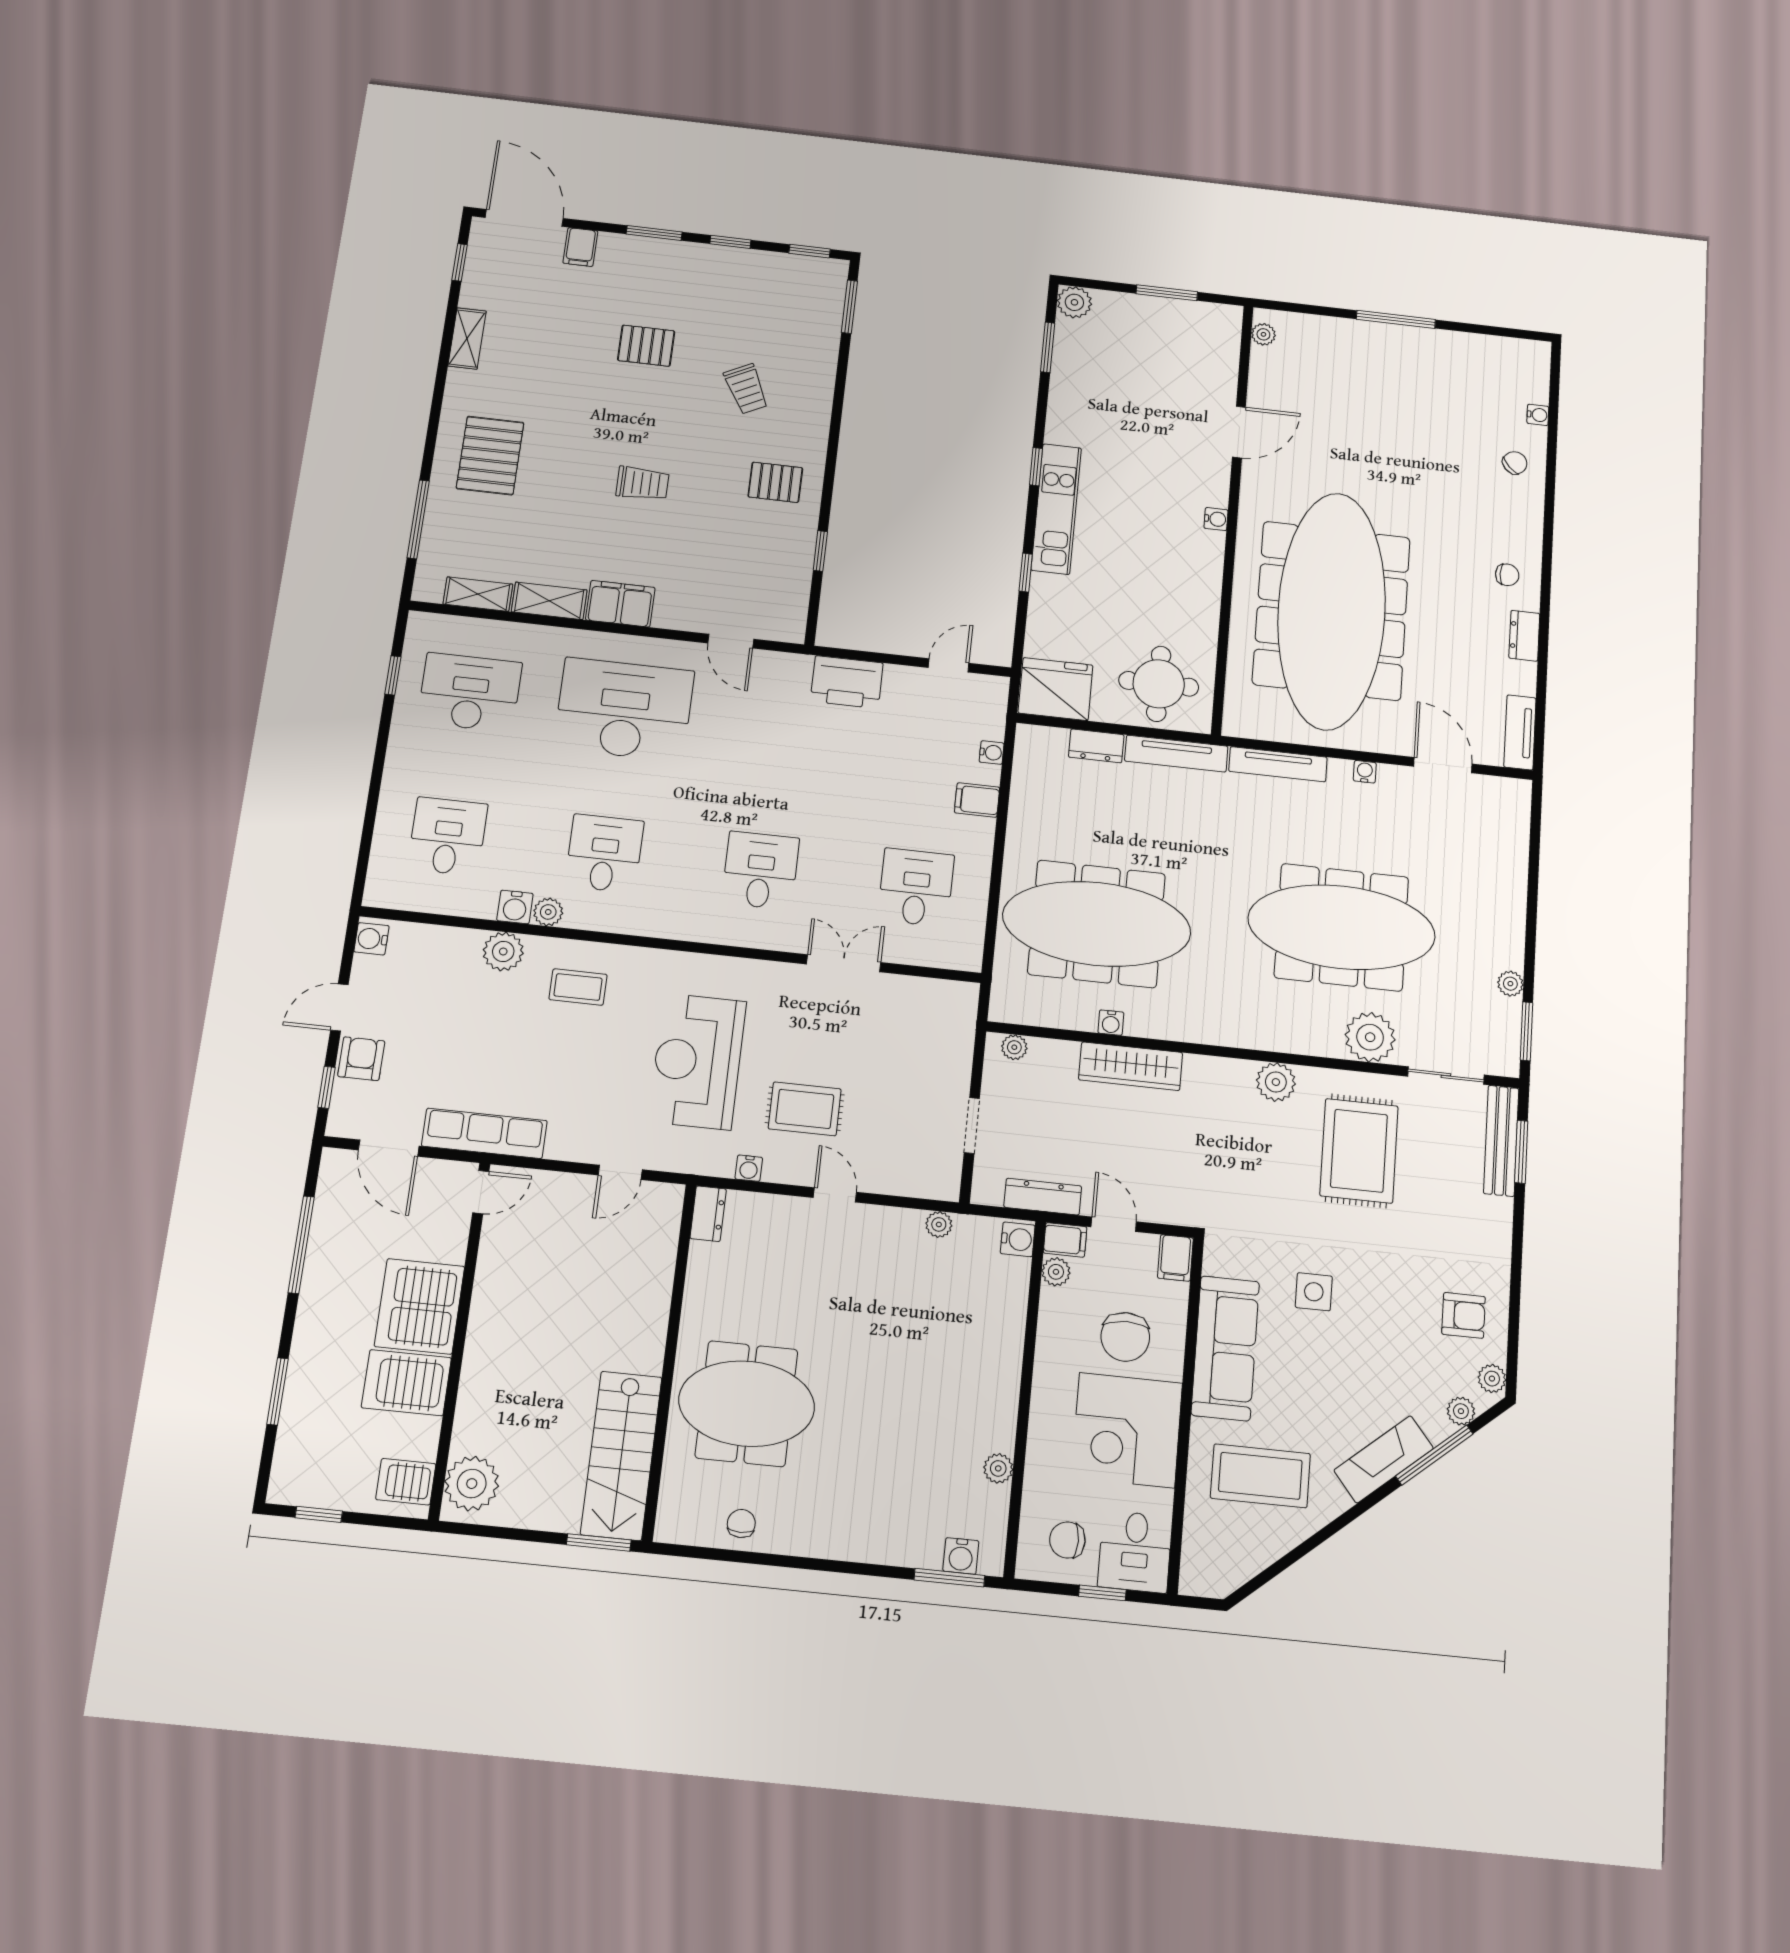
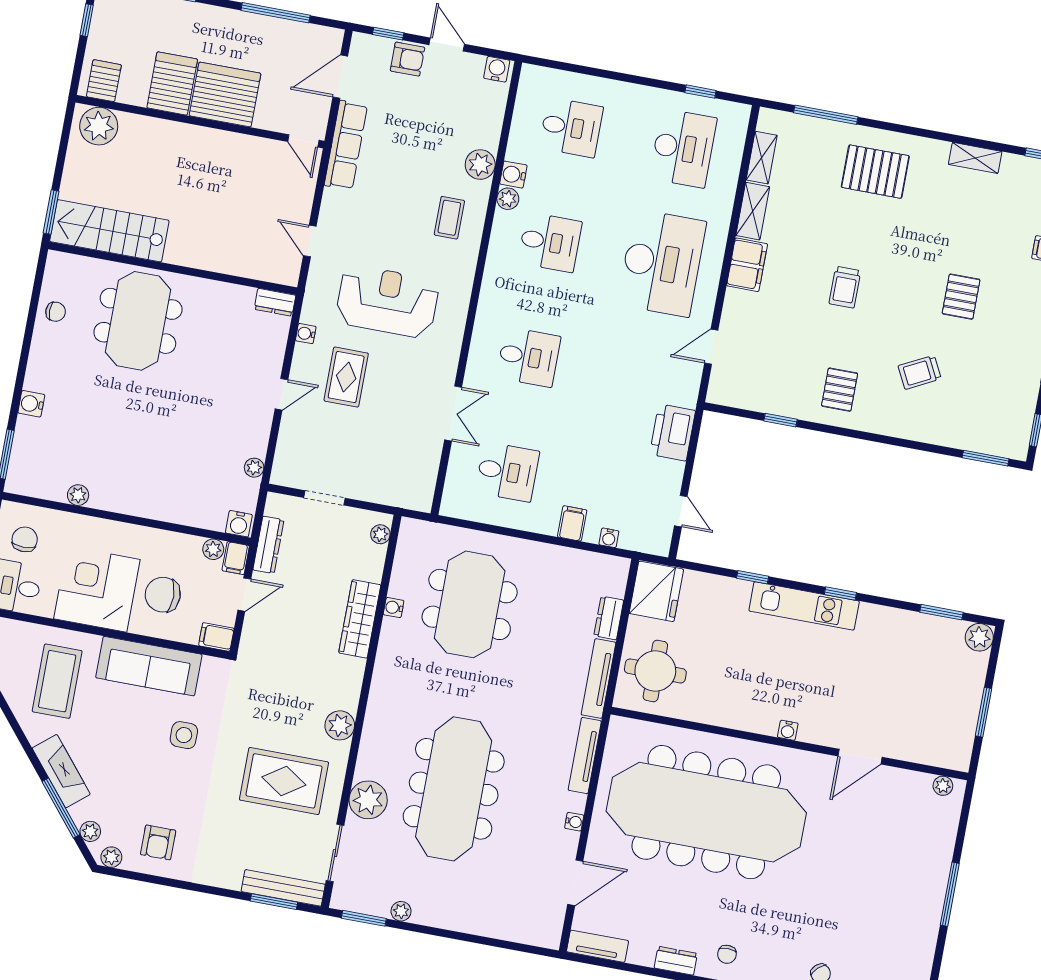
door: (1239, 432) -> (860, 757), hinge flipped
meeting table: (1097, 924) -> (470, 604), width x0.73
water cooler: (961, 1556) -> (31, 404), moved

